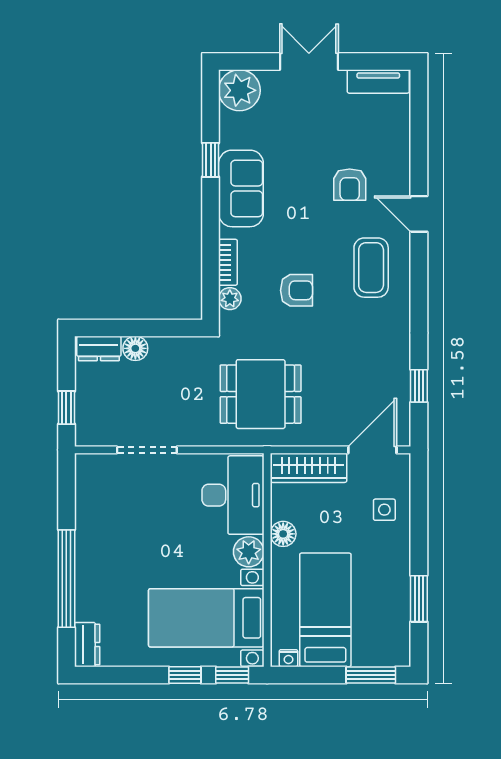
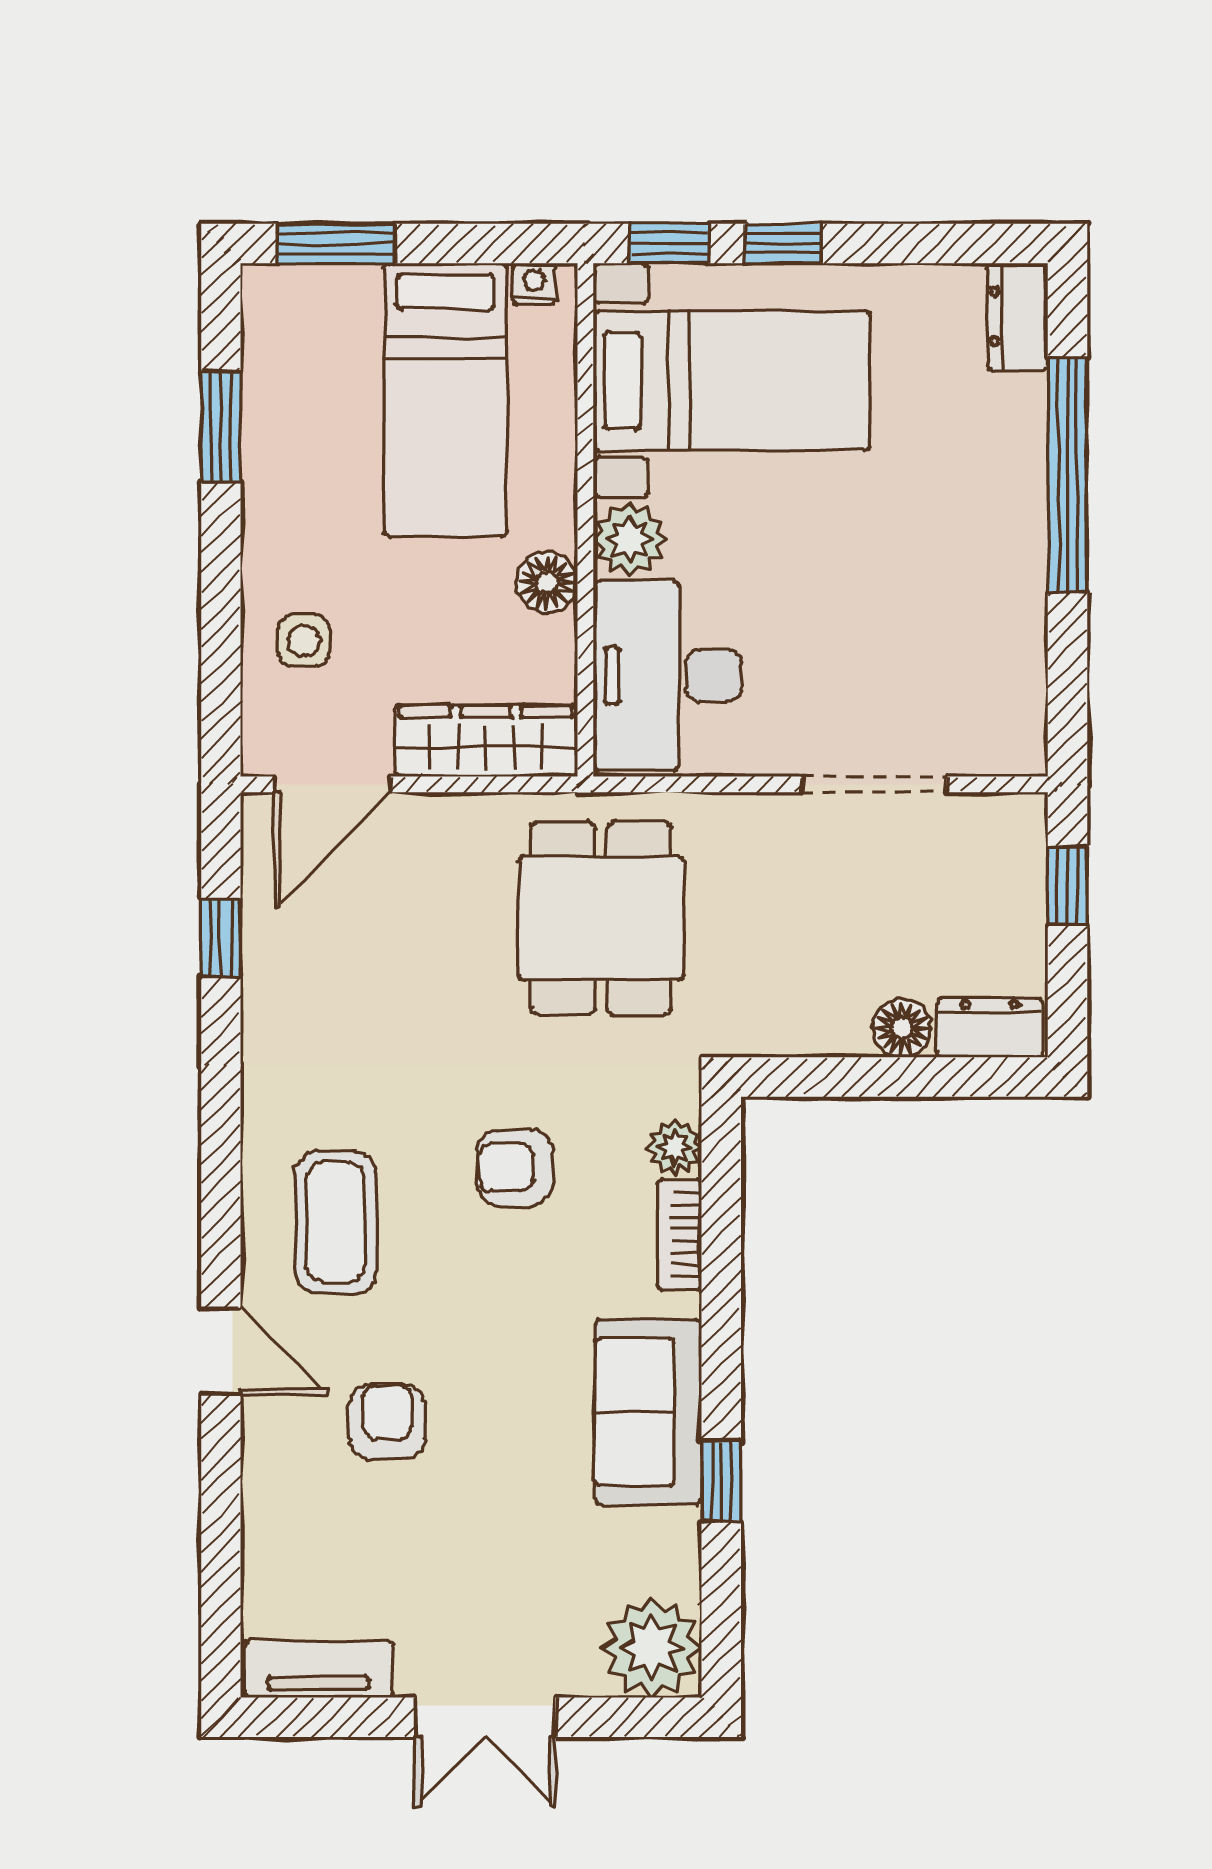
dining table: (261, 394) -> (601, 918), turned 90

